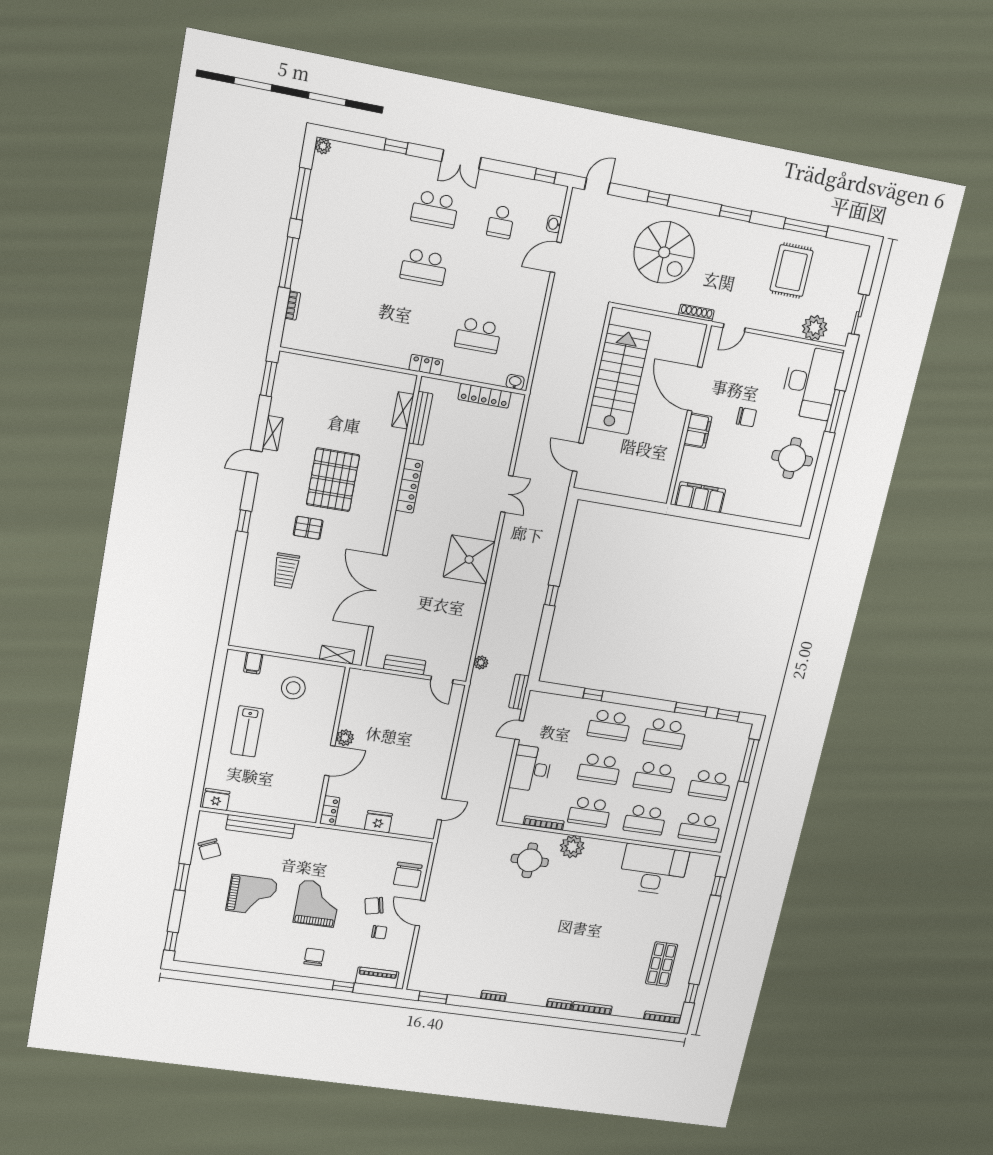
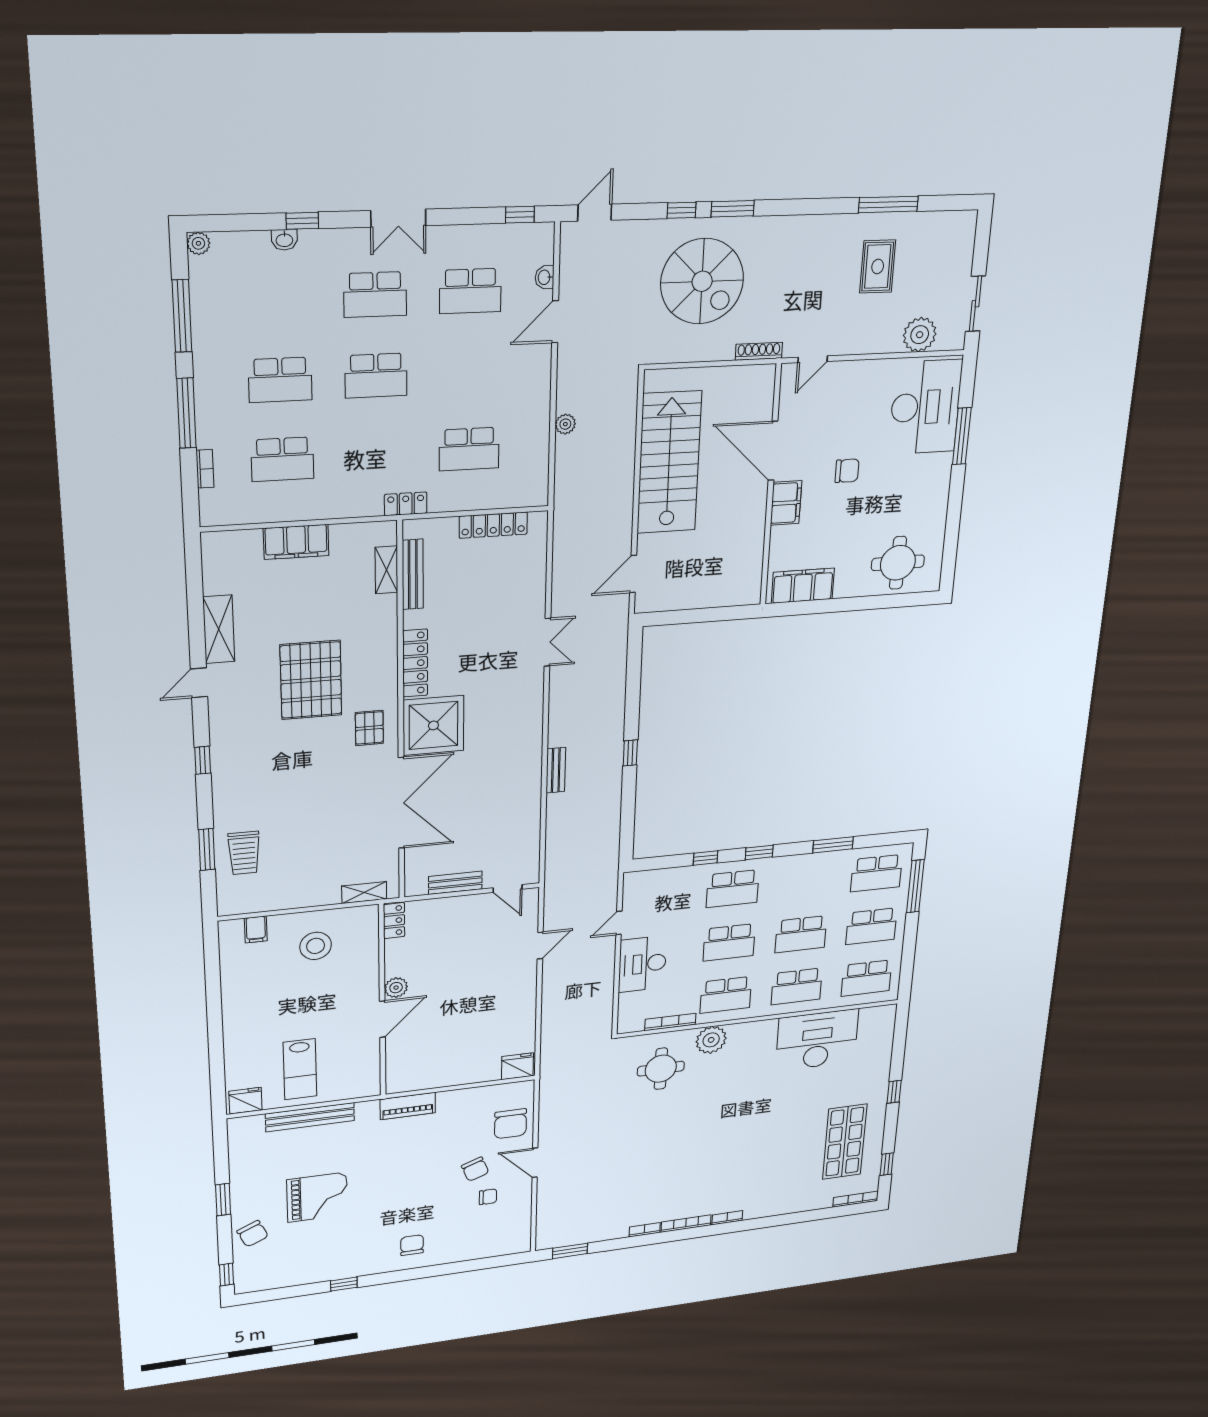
window: (736, 214) -> (733, 209), moved
school desk: (501, 222) -> (470, 291), width x1.85
school desk: (358, 254) -> (280, 380), added
rug: (791, 271) -> (878, 266), width x0.73, depth x0.70
school desk: (347, 312) -> (282, 459), added
filing cabinet: (344, 374) -> (296, 542), added
window: (269, 379) -> (207, 850), moved
washbasin: (515, 382) -> (284, 240), moved, turned 180
shelving: (273, 433) -> (219, 629), width x1.50, depth x1.33
door: (578, 457) -> (633, 574), hinge flipped
round table: (792, 458) -> (898, 563), moved
pallet: (308, 528) -> (369, 728), moved, turned 90
shower: (469, 559) -> (433, 725), moved
trolley: (286, 571) -> (244, 853), moved
double door: (378, 591) -> (401, 803), swing flipped
plant: (481, 663) -> (565, 424), moved
bench: (519, 692) -> (556, 770), moved
window: (728, 715) -> (759, 852), moved
lab bench: (247, 731) -> (300, 1069), moved
school desk: (665, 734) -> (876, 873), moved
door: (442, 809) -> (540, 946), moved
locker: (330, 811) -> (394, 921), moved
fridge: (378, 822) -> (517, 1066), moved
chair: (209, 849) -> (253, 1234), moved
window: (718, 886) -> (894, 1092), moved
grand piano: (317, 904) -> (403, 1185), removed
chair: (374, 906) -> (475, 1169), turned -98
shop shelf: (662, 964) -> (845, 1142), width x1.43, depth x1.36
piano: (377, 978) -> (408, 1106), moved, turned 180
window: (343, 986) -> (344, 1284), moved
bookcase: (592, 1008) -> (686, 1224), moved

